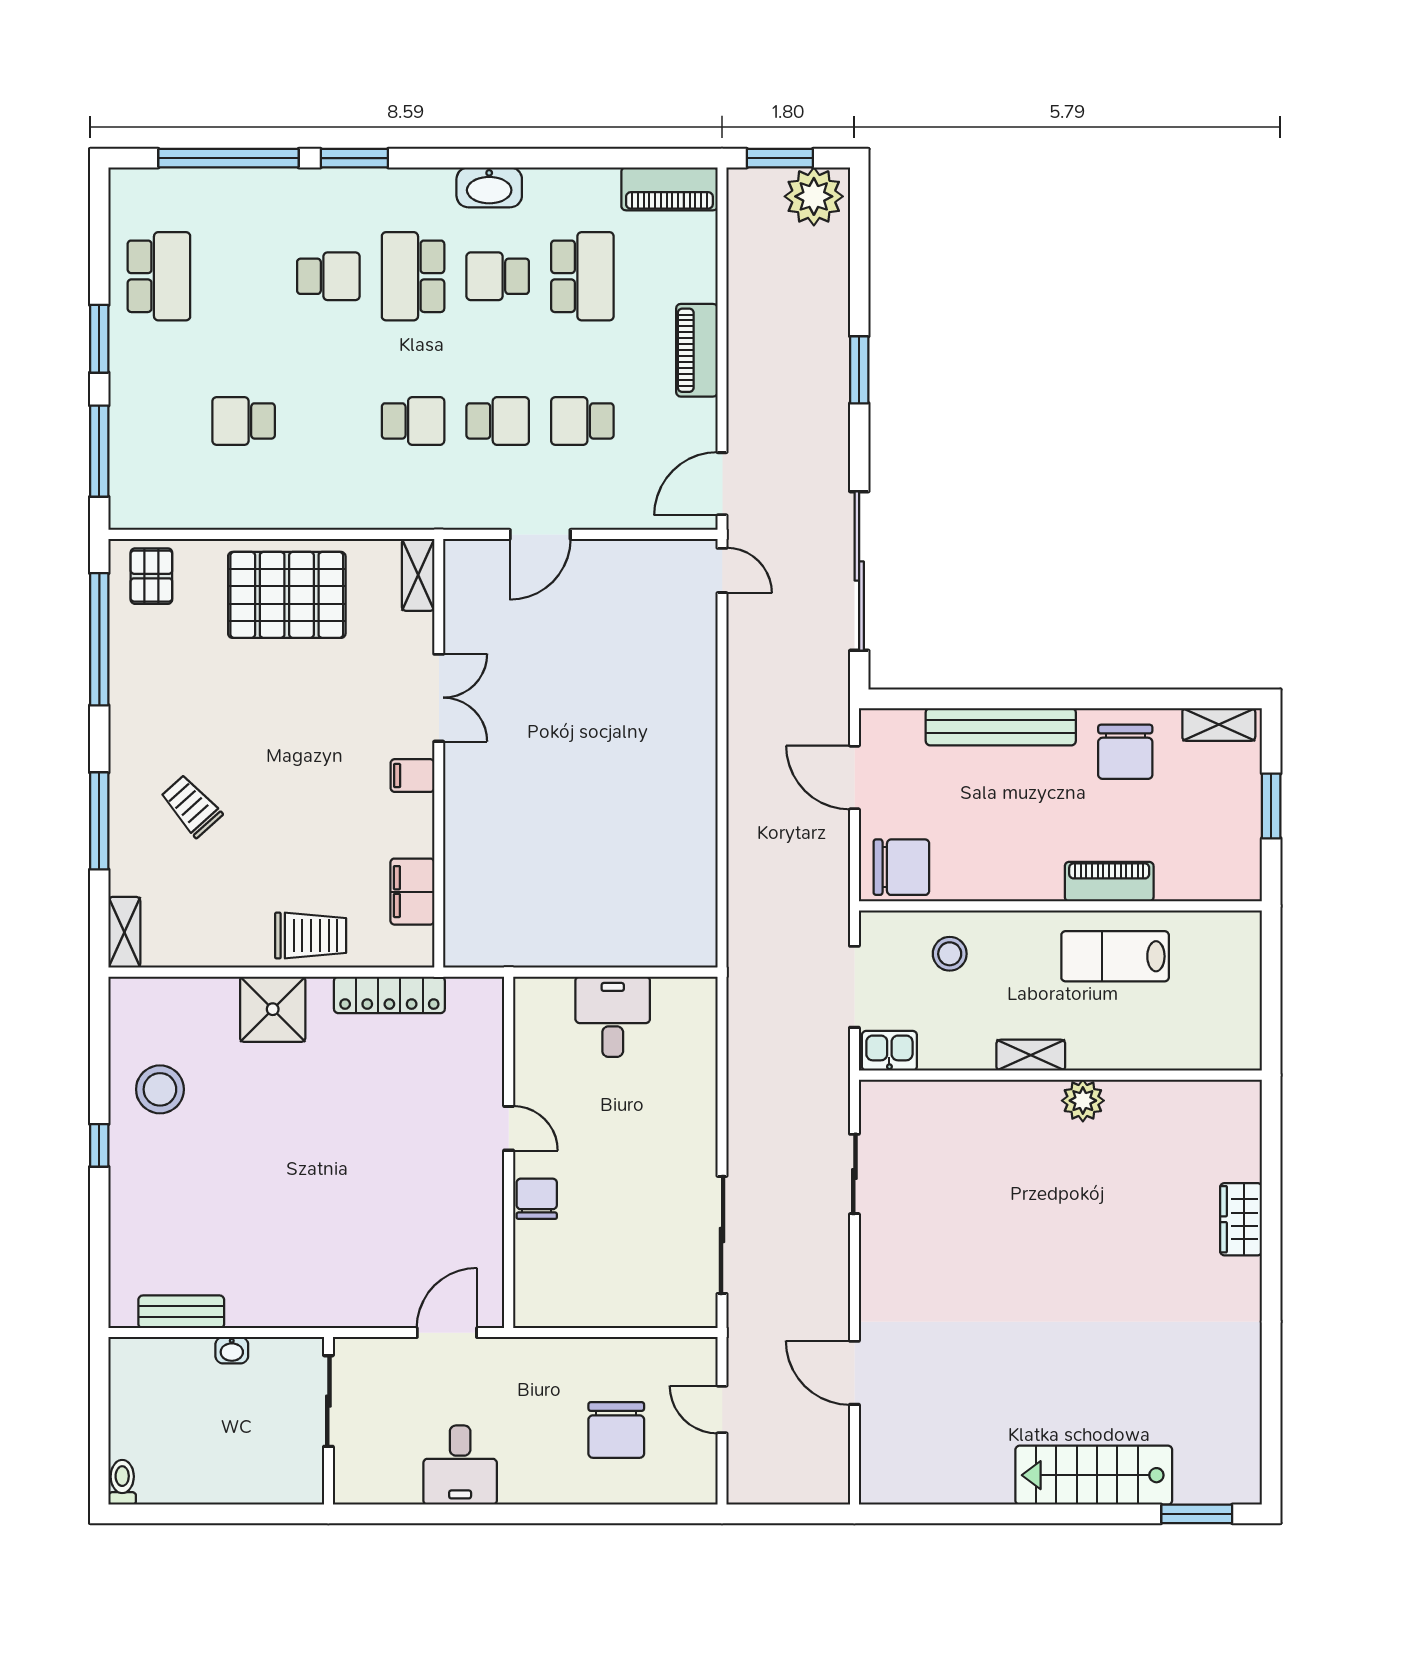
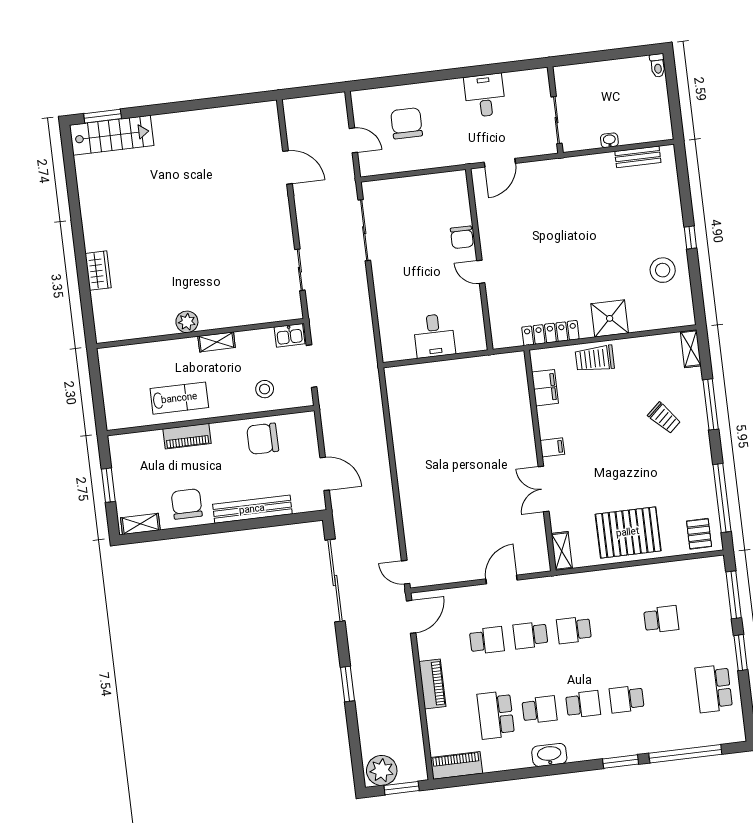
school desk: (413, 276) -> (583, 704), width x0.54
chair: (901, 867) -> (263, 439), moved
stairs: (1094, 1475) -> (112, 135), moved

